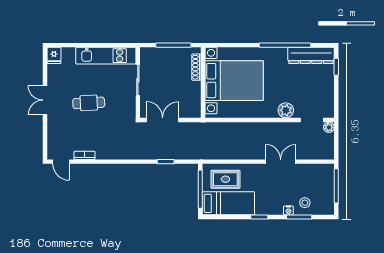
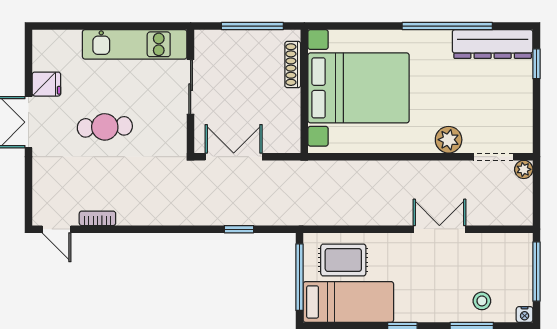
fridge: (54, 55) -> (46, 84), moved, turned -90
nightstand: (288, 210) -> (525, 314), moved

